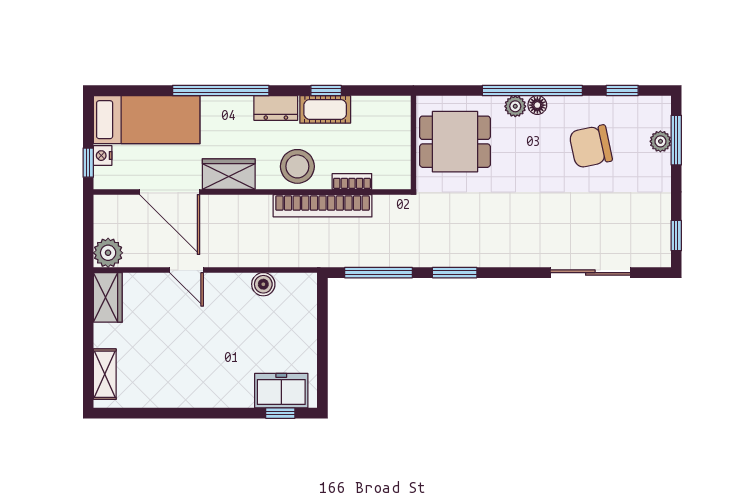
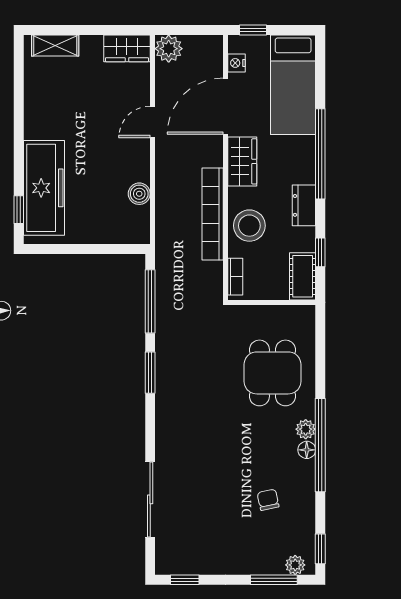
window: (622, 90) -> (320, 549), moved
cot: (325, 109) -> (303, 276), moved
plant: (660, 141) -> (295, 565), moved
wall: (413, 143) -> (272, 302), moved
chair: (591, 146) -> (268, 500), width x0.54, depth x0.54
nightstand: (103, 156) -> (237, 63), moved, turned -90
bookcase: (323, 206) -> (213, 214), moved
freezer: (281, 391) -> (44, 188), width x1.91, depth x1.26

